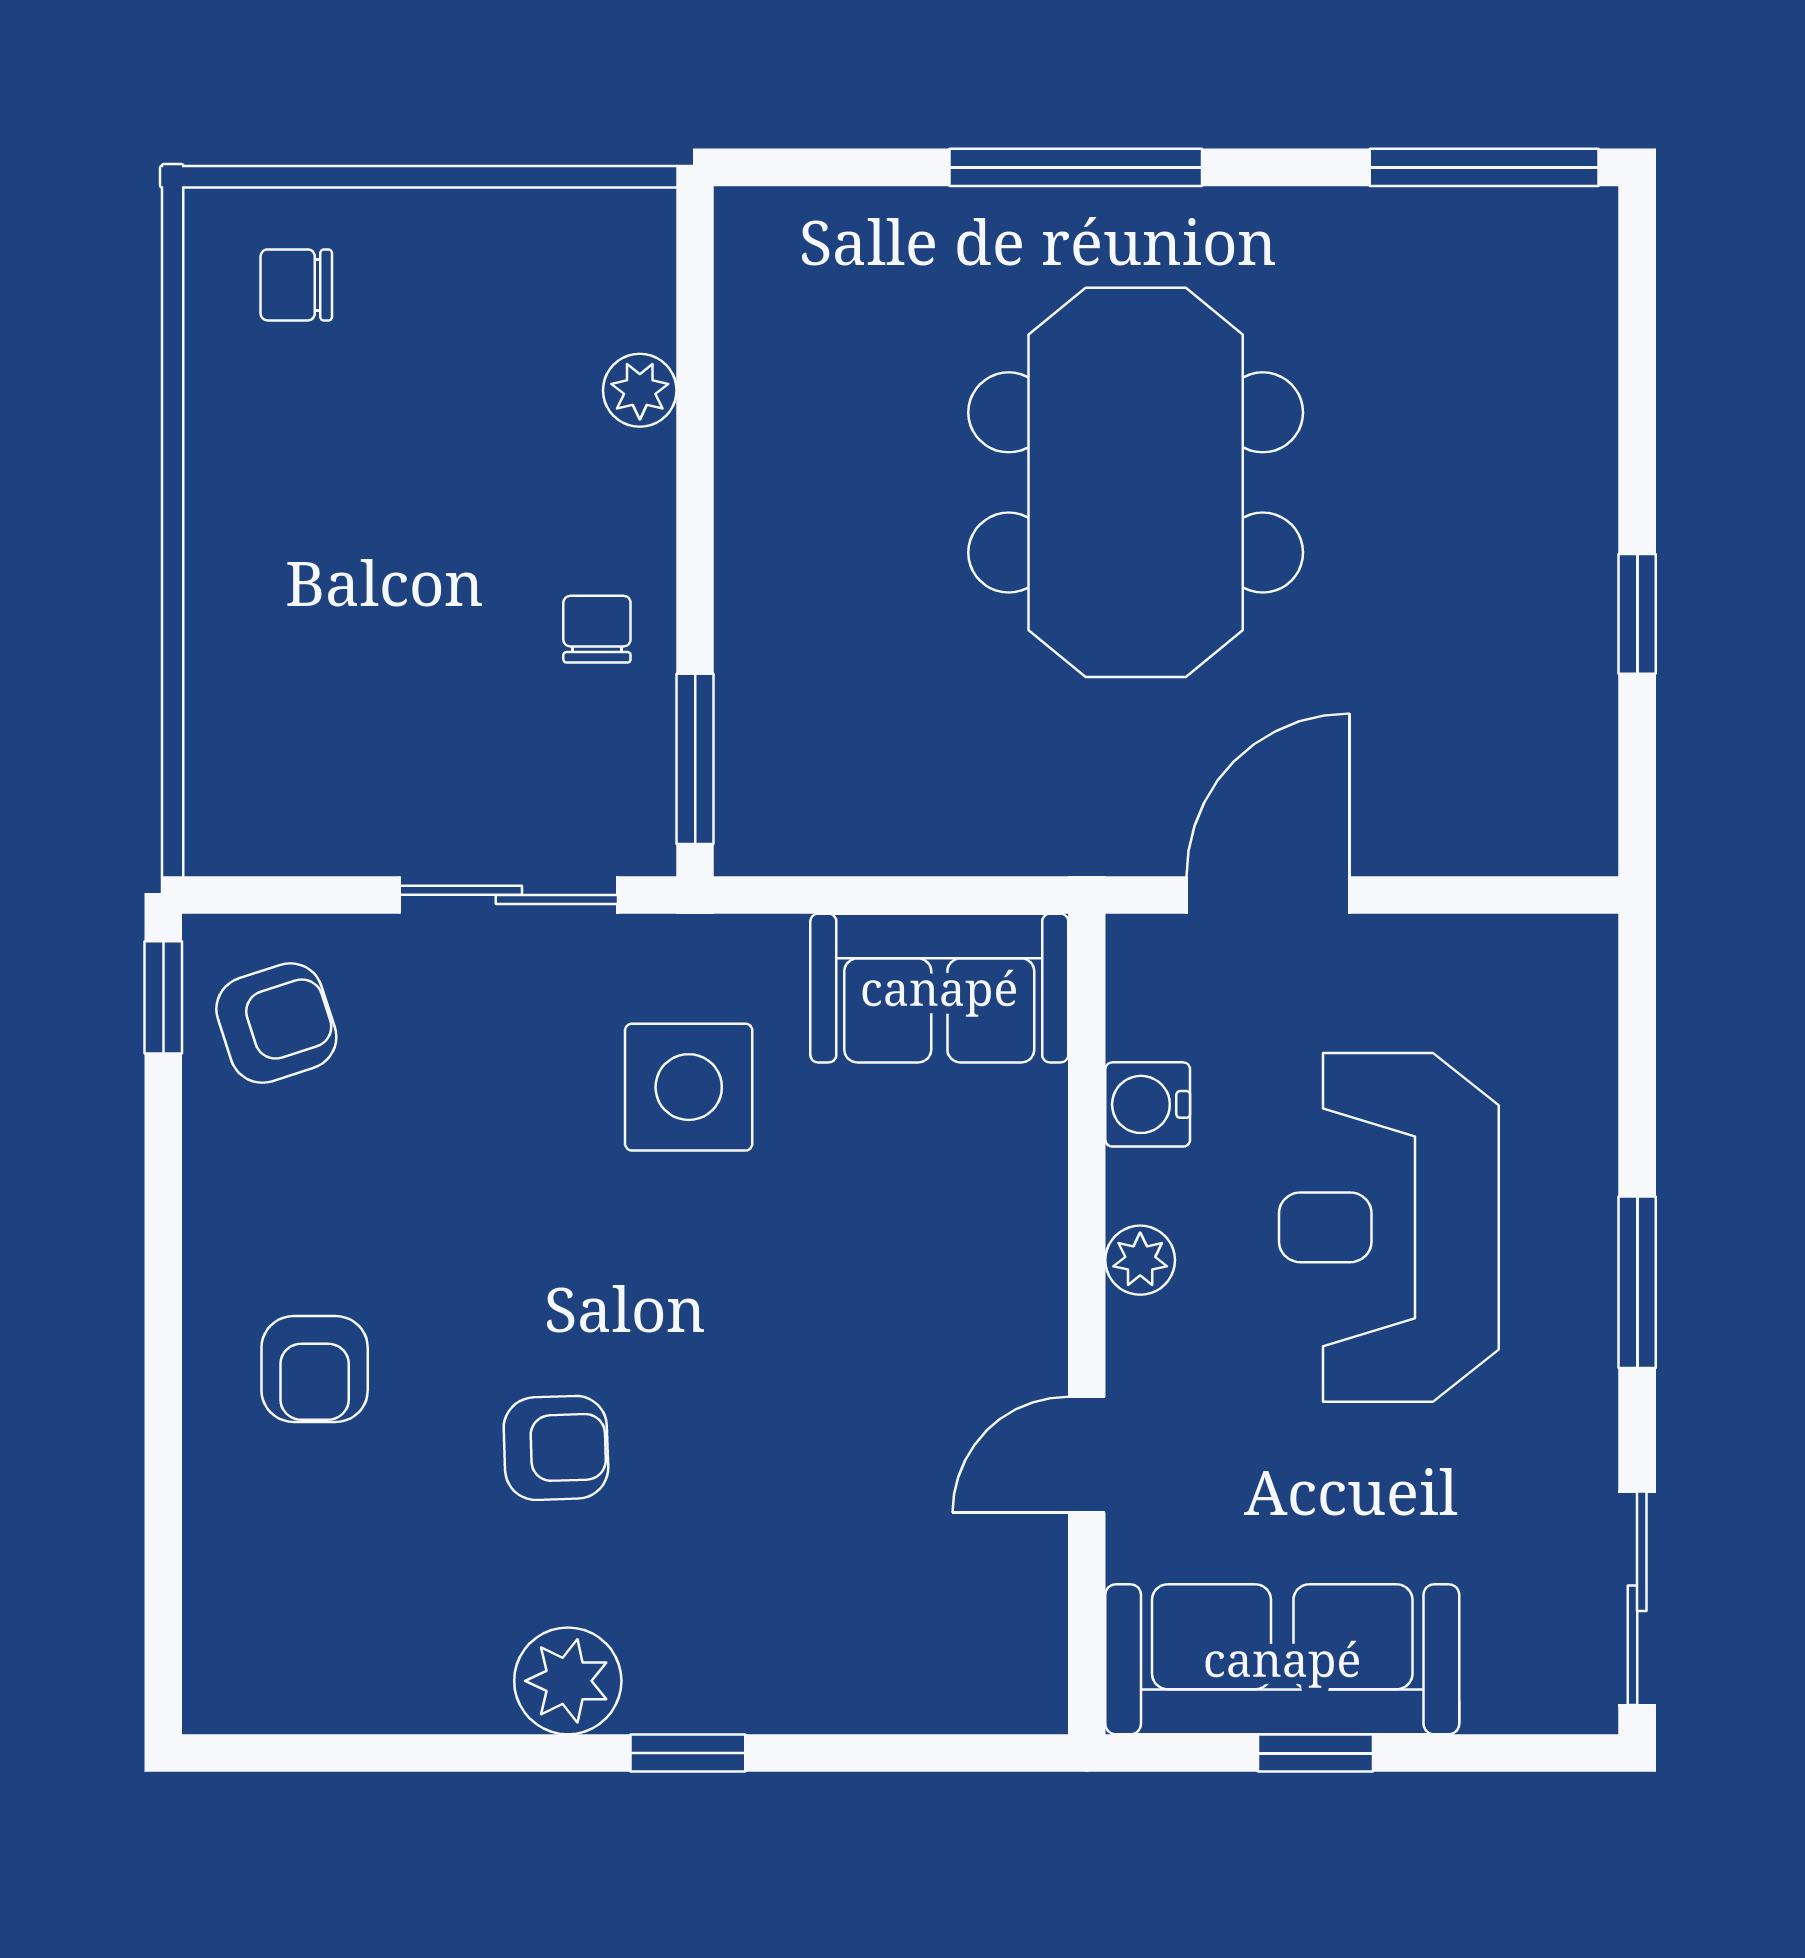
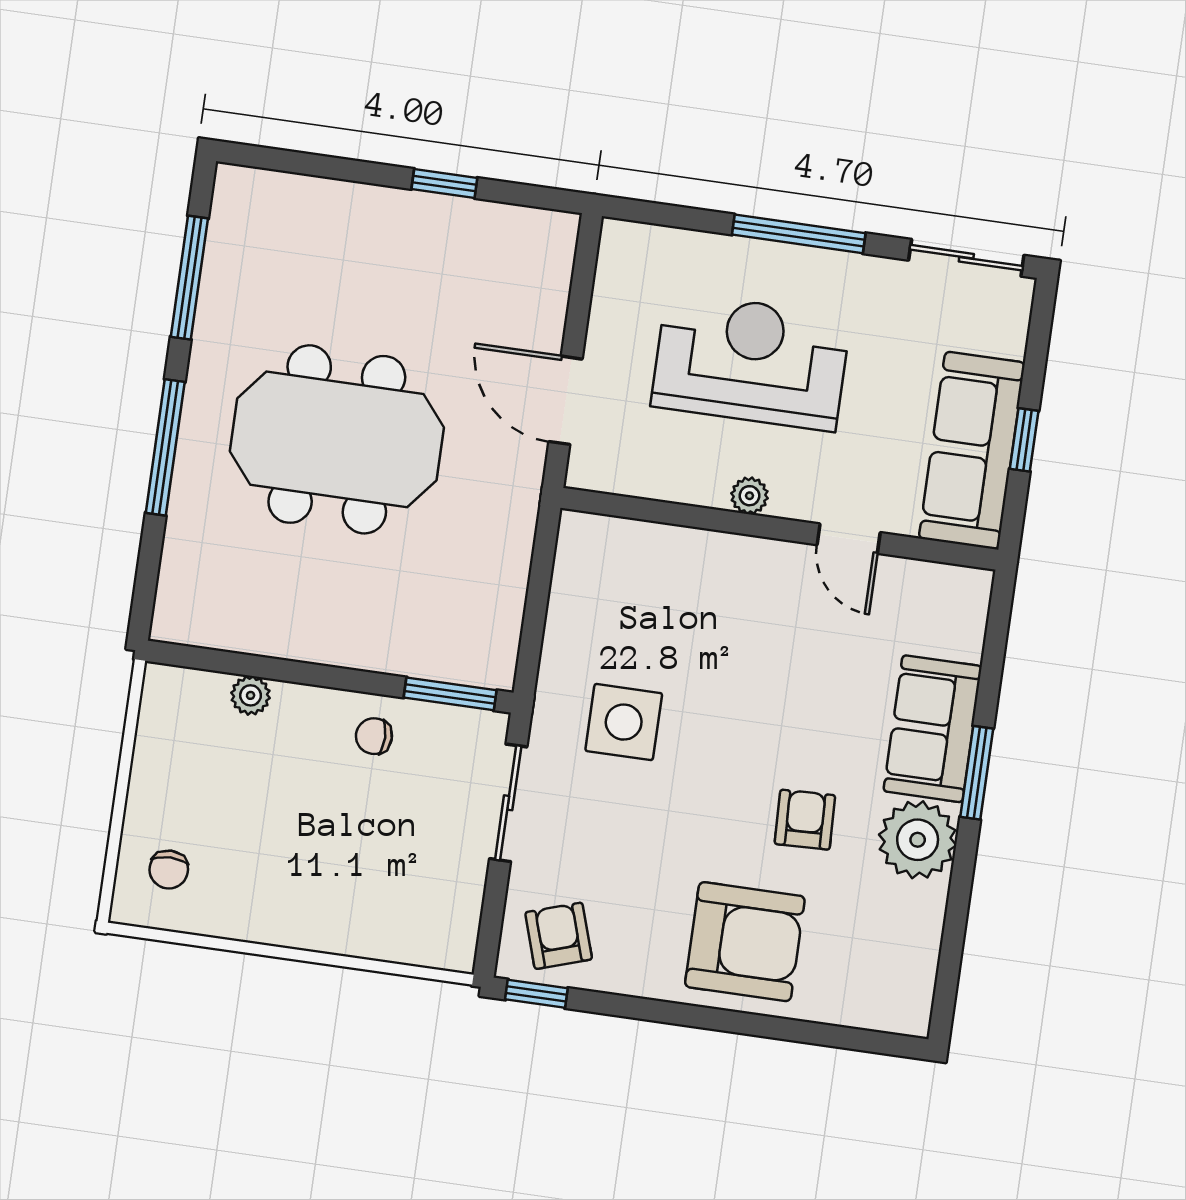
window: (1484, 167) -> (189, 278), moved
sofa: (939, 988) -> (933, 729), moved, turned 180
water cooler: (1148, 1104) -> (667, 480), removed
reception desk: (1389, 1227) -> (751, 361), turned 180
window: (1637, 1282) -> (799, 234), width x1.44
armchair: (315, 1369) -> (745, 942), width x1.88, depth x1.88
plant: (568, 1681) -> (918, 840), width x1.36, depth x1.36
window: (688, 1753) -> (977, 773), width x1.50

